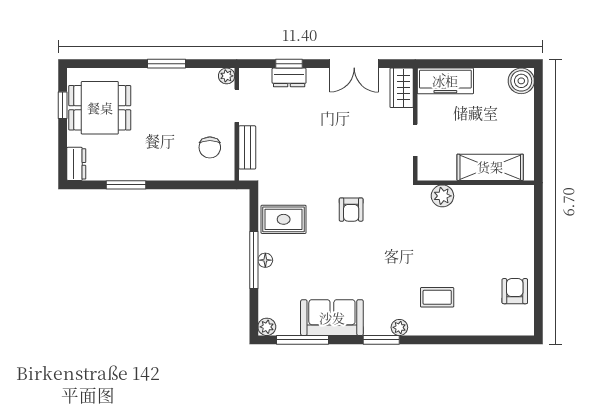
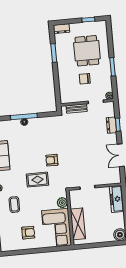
wardrobe: (402, 88) -> (111, 179), removed
dining table: (100, 108) -> (87, 51), moved
chair: (210, 147) -> (85, 79), moved
corner sofa: (495, 213) -> (57, 228), added
rug: (284, 219) -> (37, 180), moved, turned 90
armchair: (515, 291) -> (28, 233), moved

